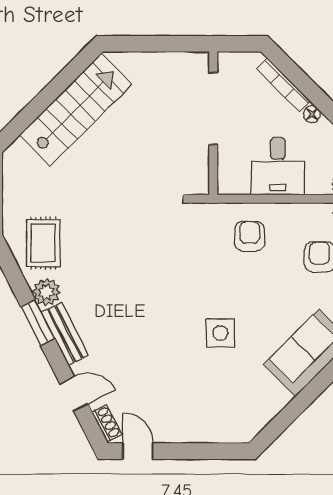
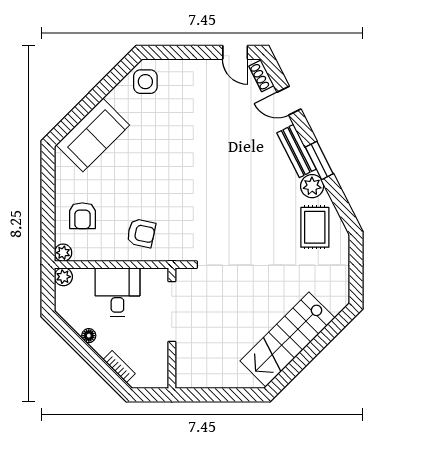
bookcase: (284, 85) -> (119, 367), width x0.64
doorway: (213, 108) -> (172, 312), moved
armchair: (250, 236) -> (141, 233), turned -78
side table: (220, 333) -> (145, 82), moved

